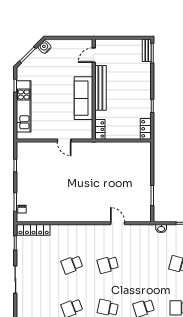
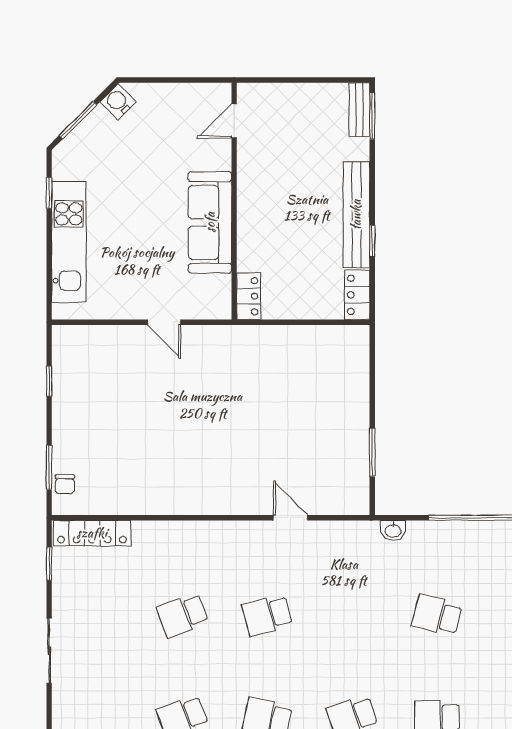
bench: (100, 88) -> (356, 215), moved

